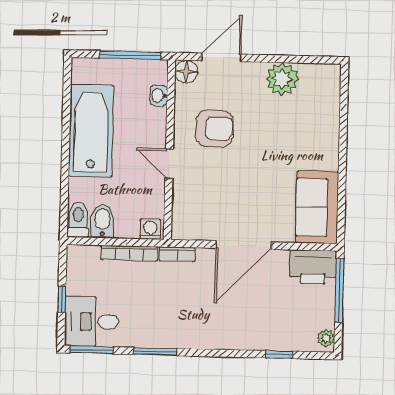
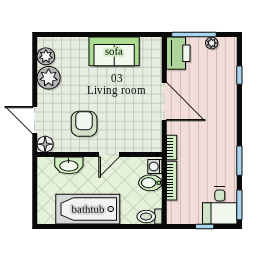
window: (130, 55) -> (35, 183), removed
plant: (313, 76) -> (46, 56), added
washbasin: (159, 96) -> (69, 165), width x1.91, depth x1.45
sofa: (317, 207) -> (114, 51), moved
bidet: (102, 221) -> (150, 183), moved
plant: (326, 338) -> (212, 43), moved

